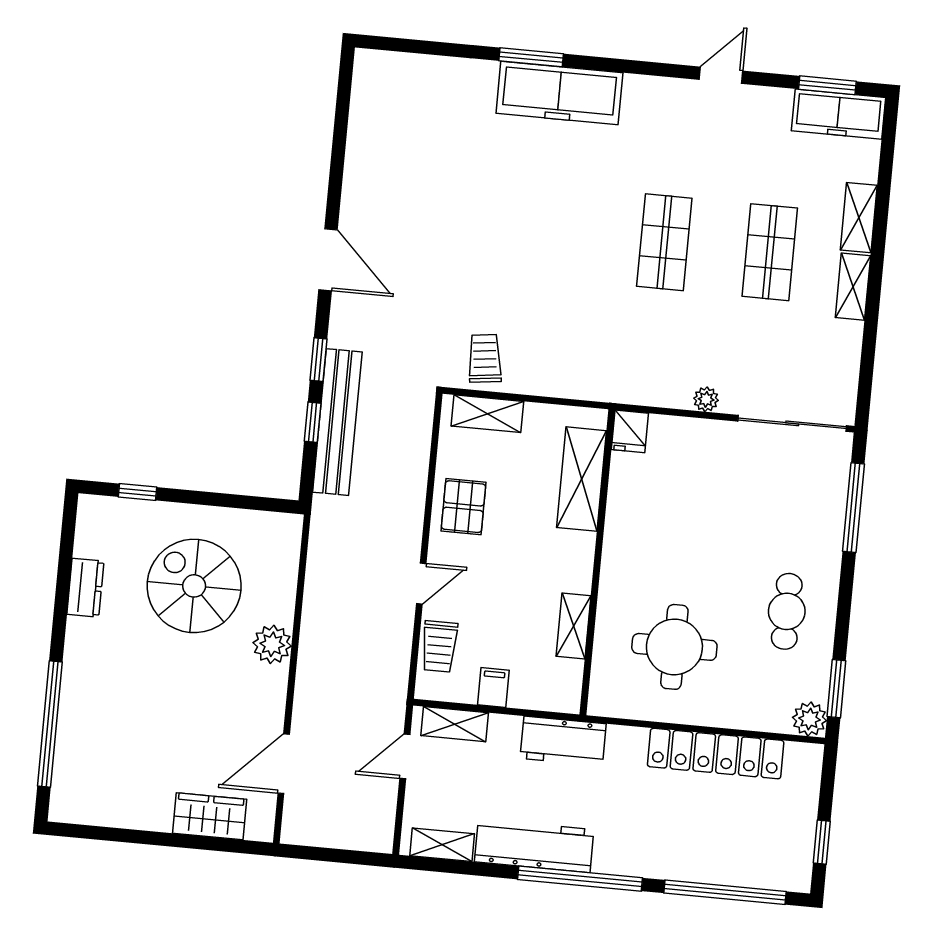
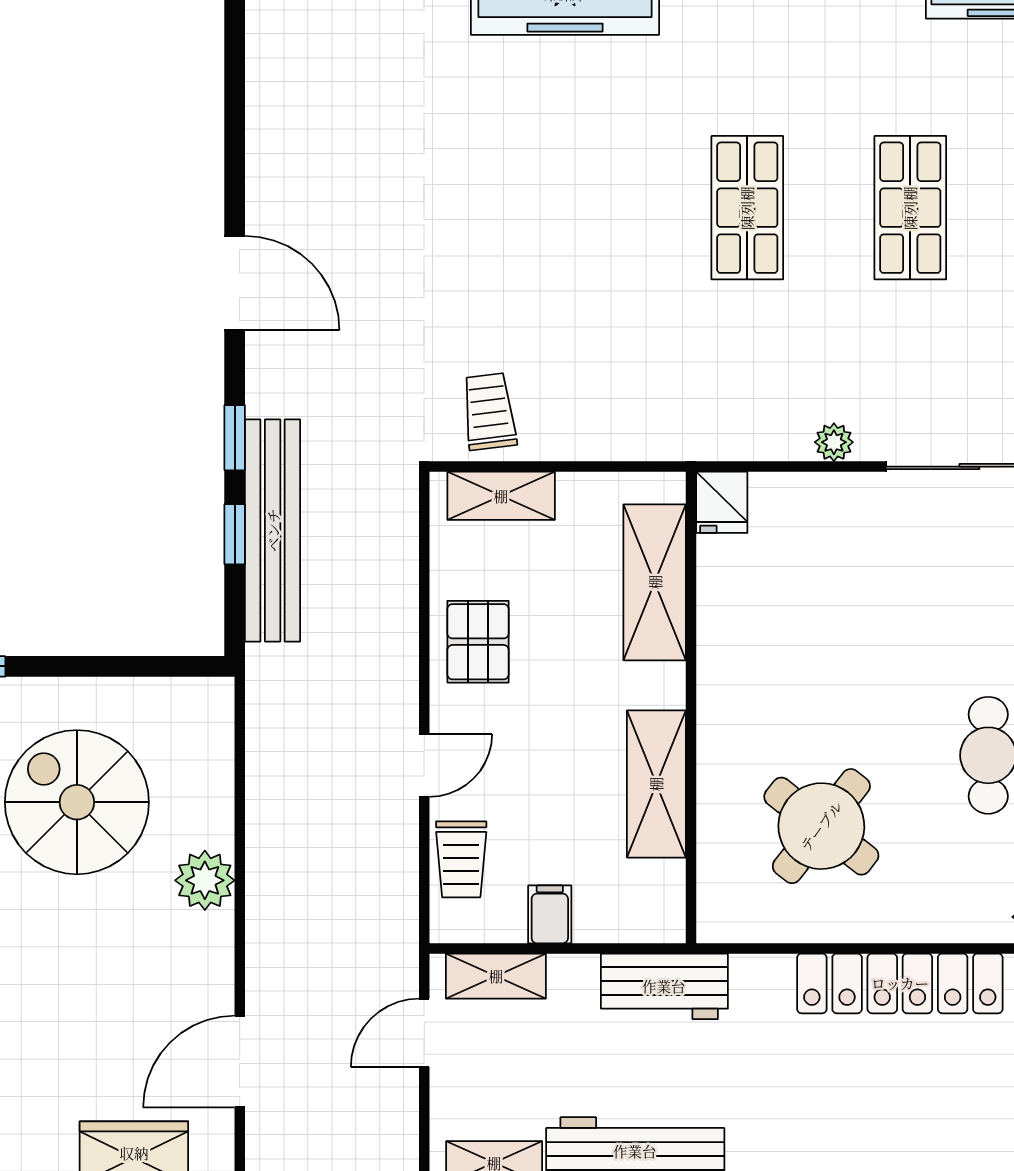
shelving: (573, 626) -> (656, 784), width x1.50, depth x1.33
round table: (674, 647) -> (821, 826), turned 38

